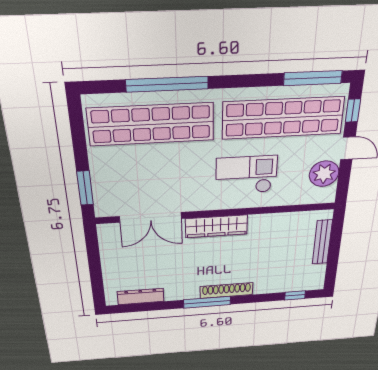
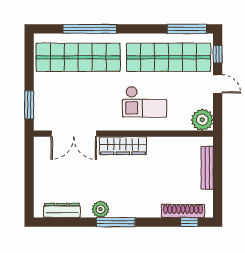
plant: (324, 174) -> (202, 120), moved
checkout: (246, 175) -> (144, 102), turned 180
shoe rack: (227, 291) -> (183, 211), moved
plant: (188, 292) -> (101, 209), added

